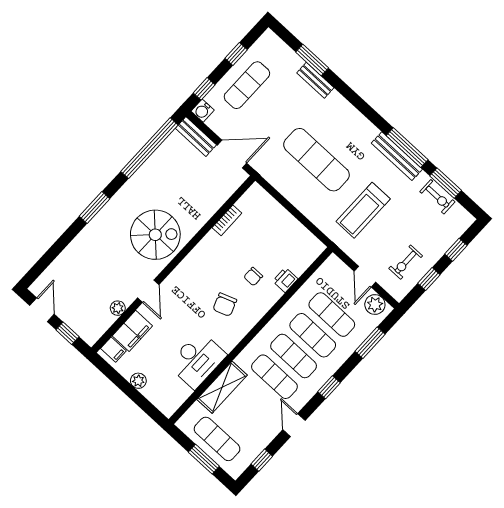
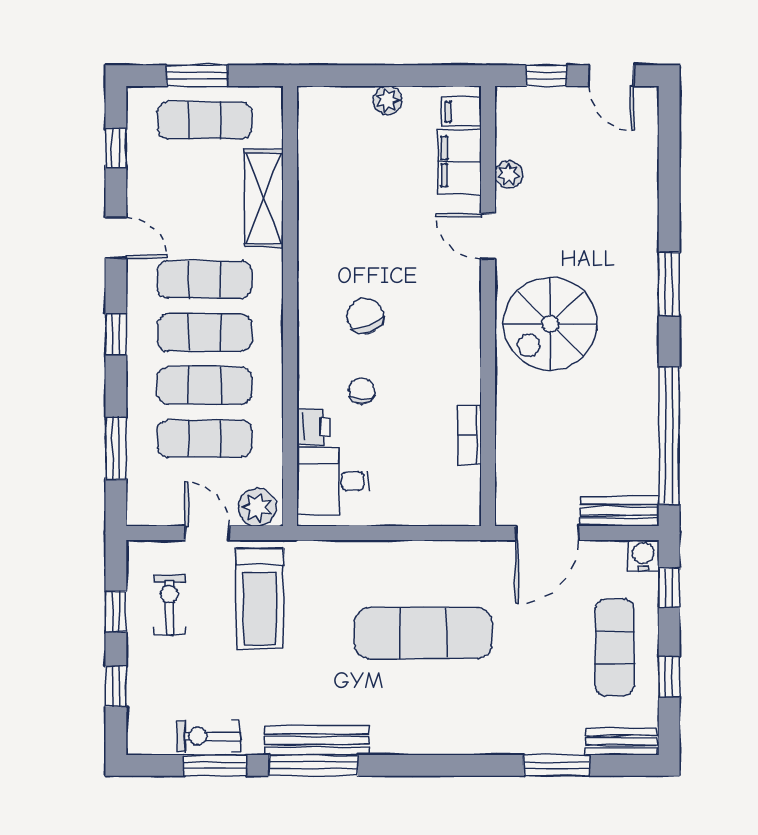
bench: (315, 80) -> (621, 741), moved
treadmill: (363, 210) -> (260, 599), moved, turned 180
plant: (375, 304) -> (257, 507), moved
desk: (197, 360) -> (333, 481), moved, width x0.73

